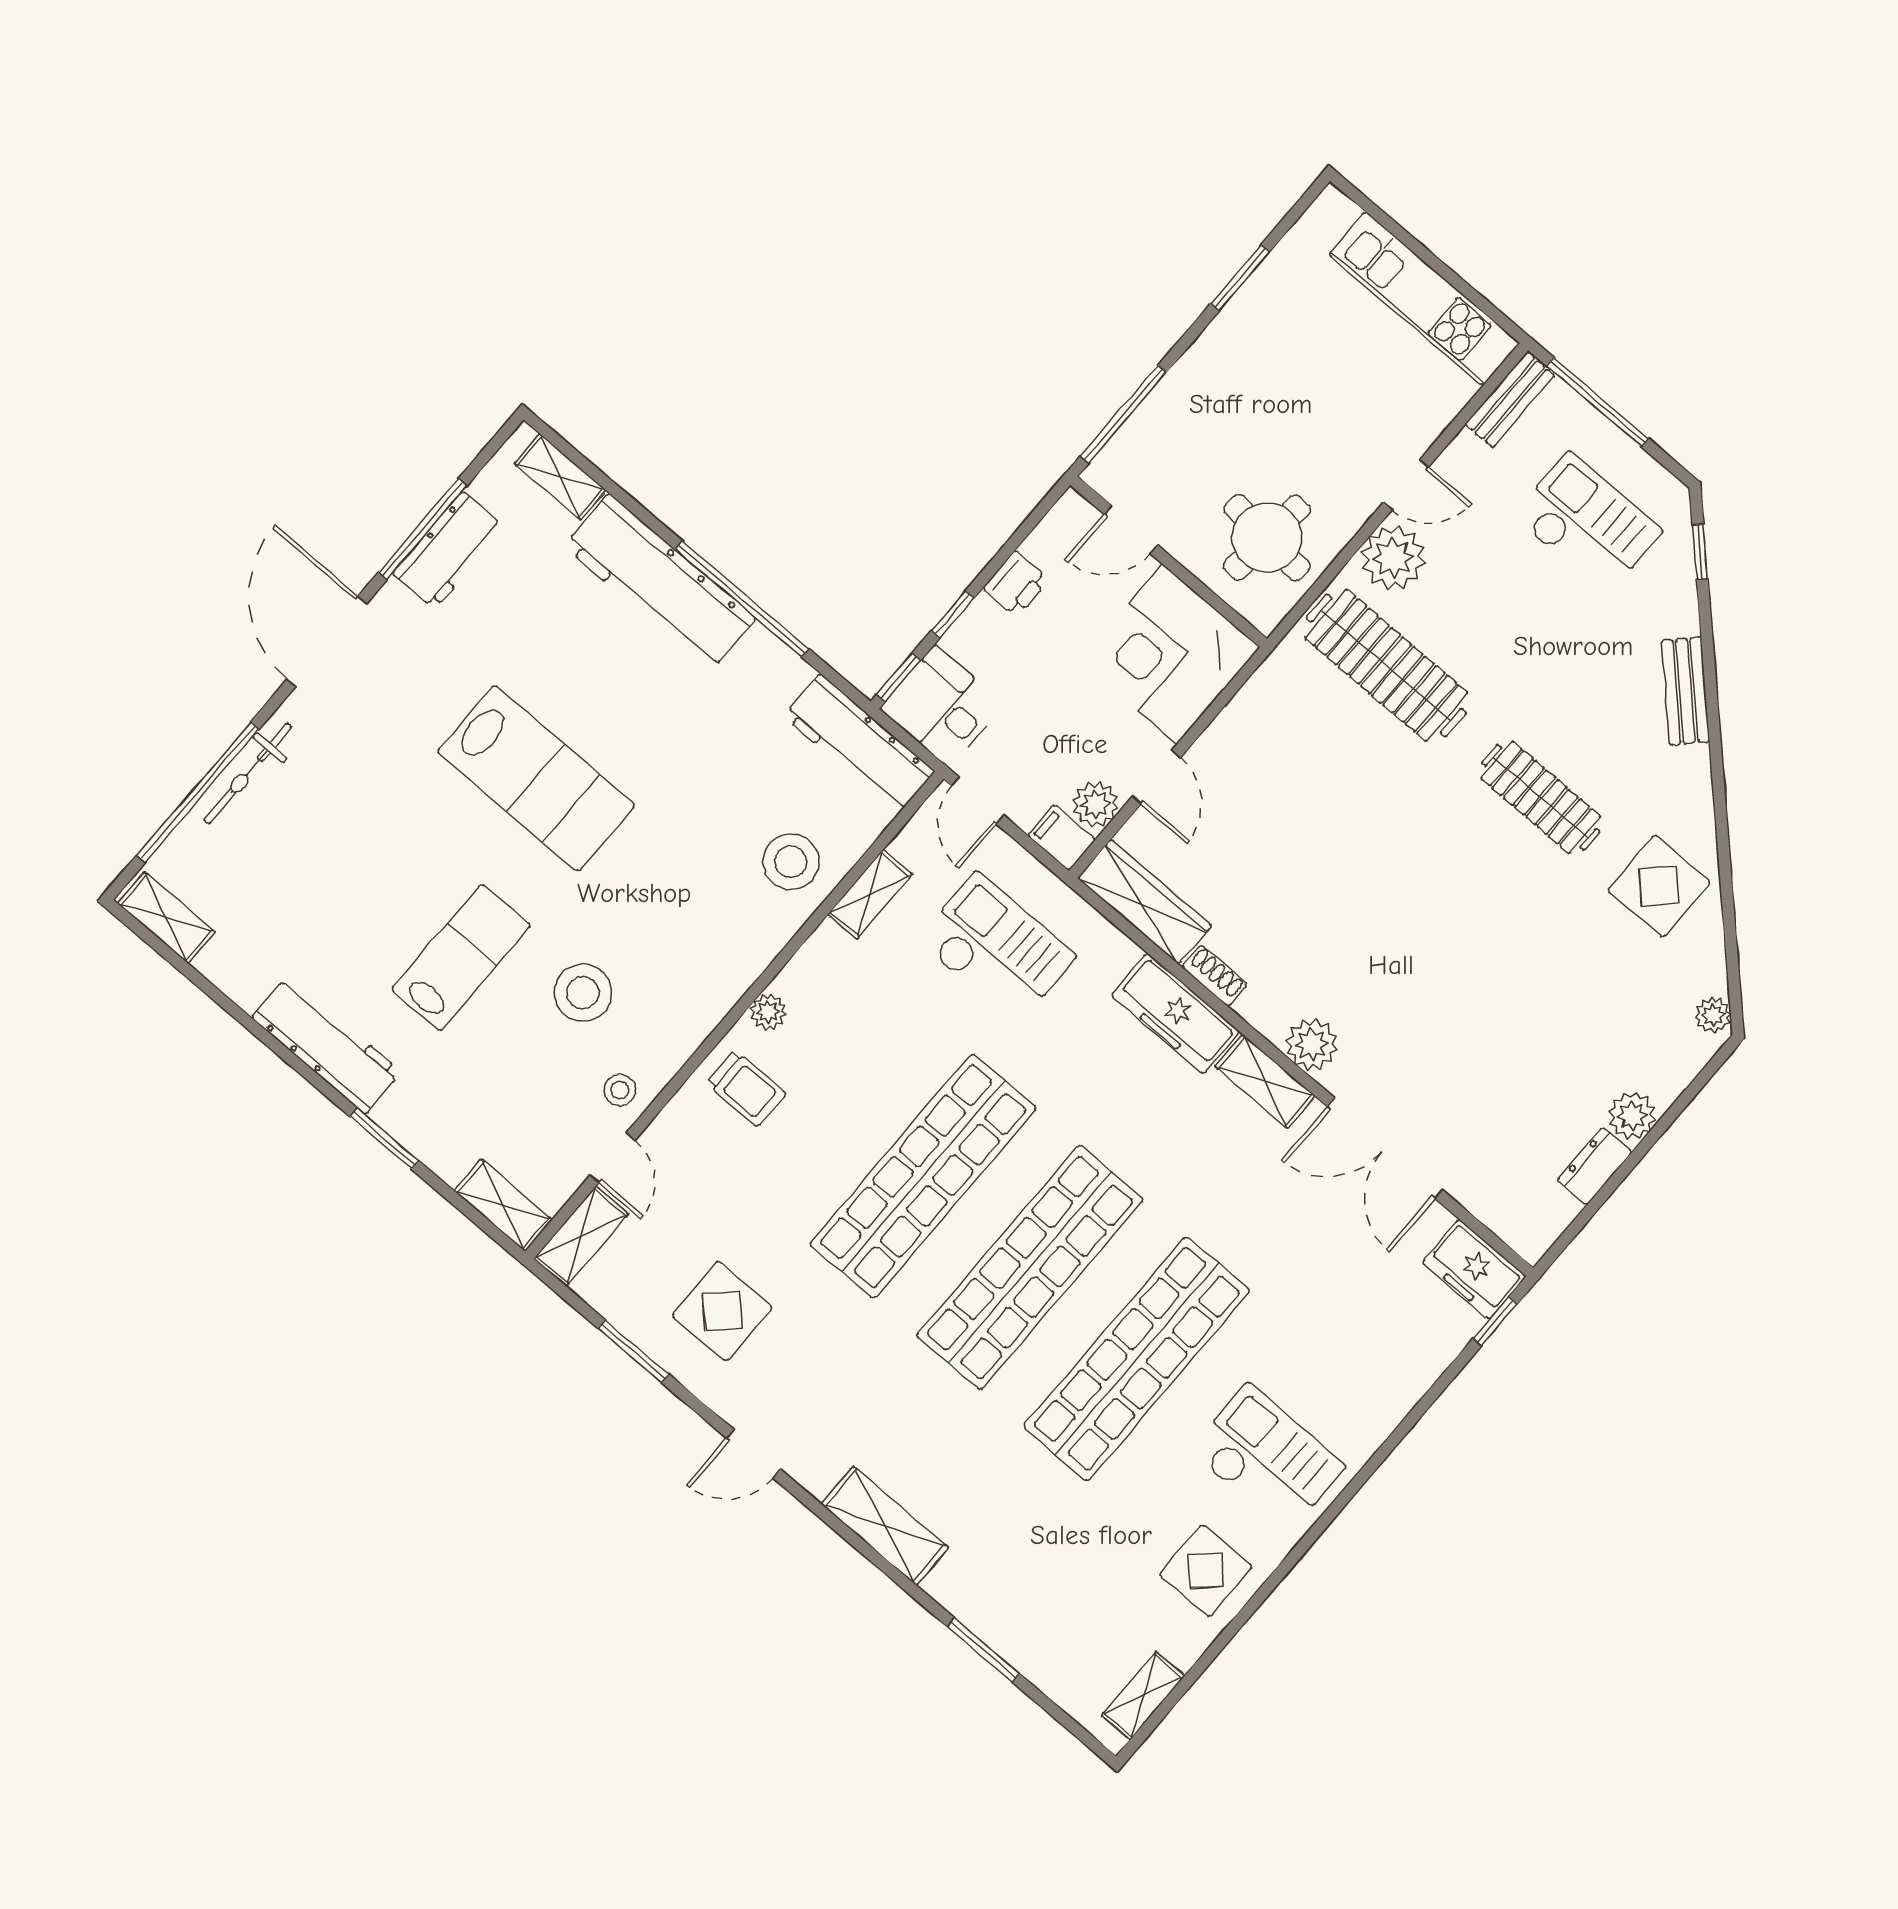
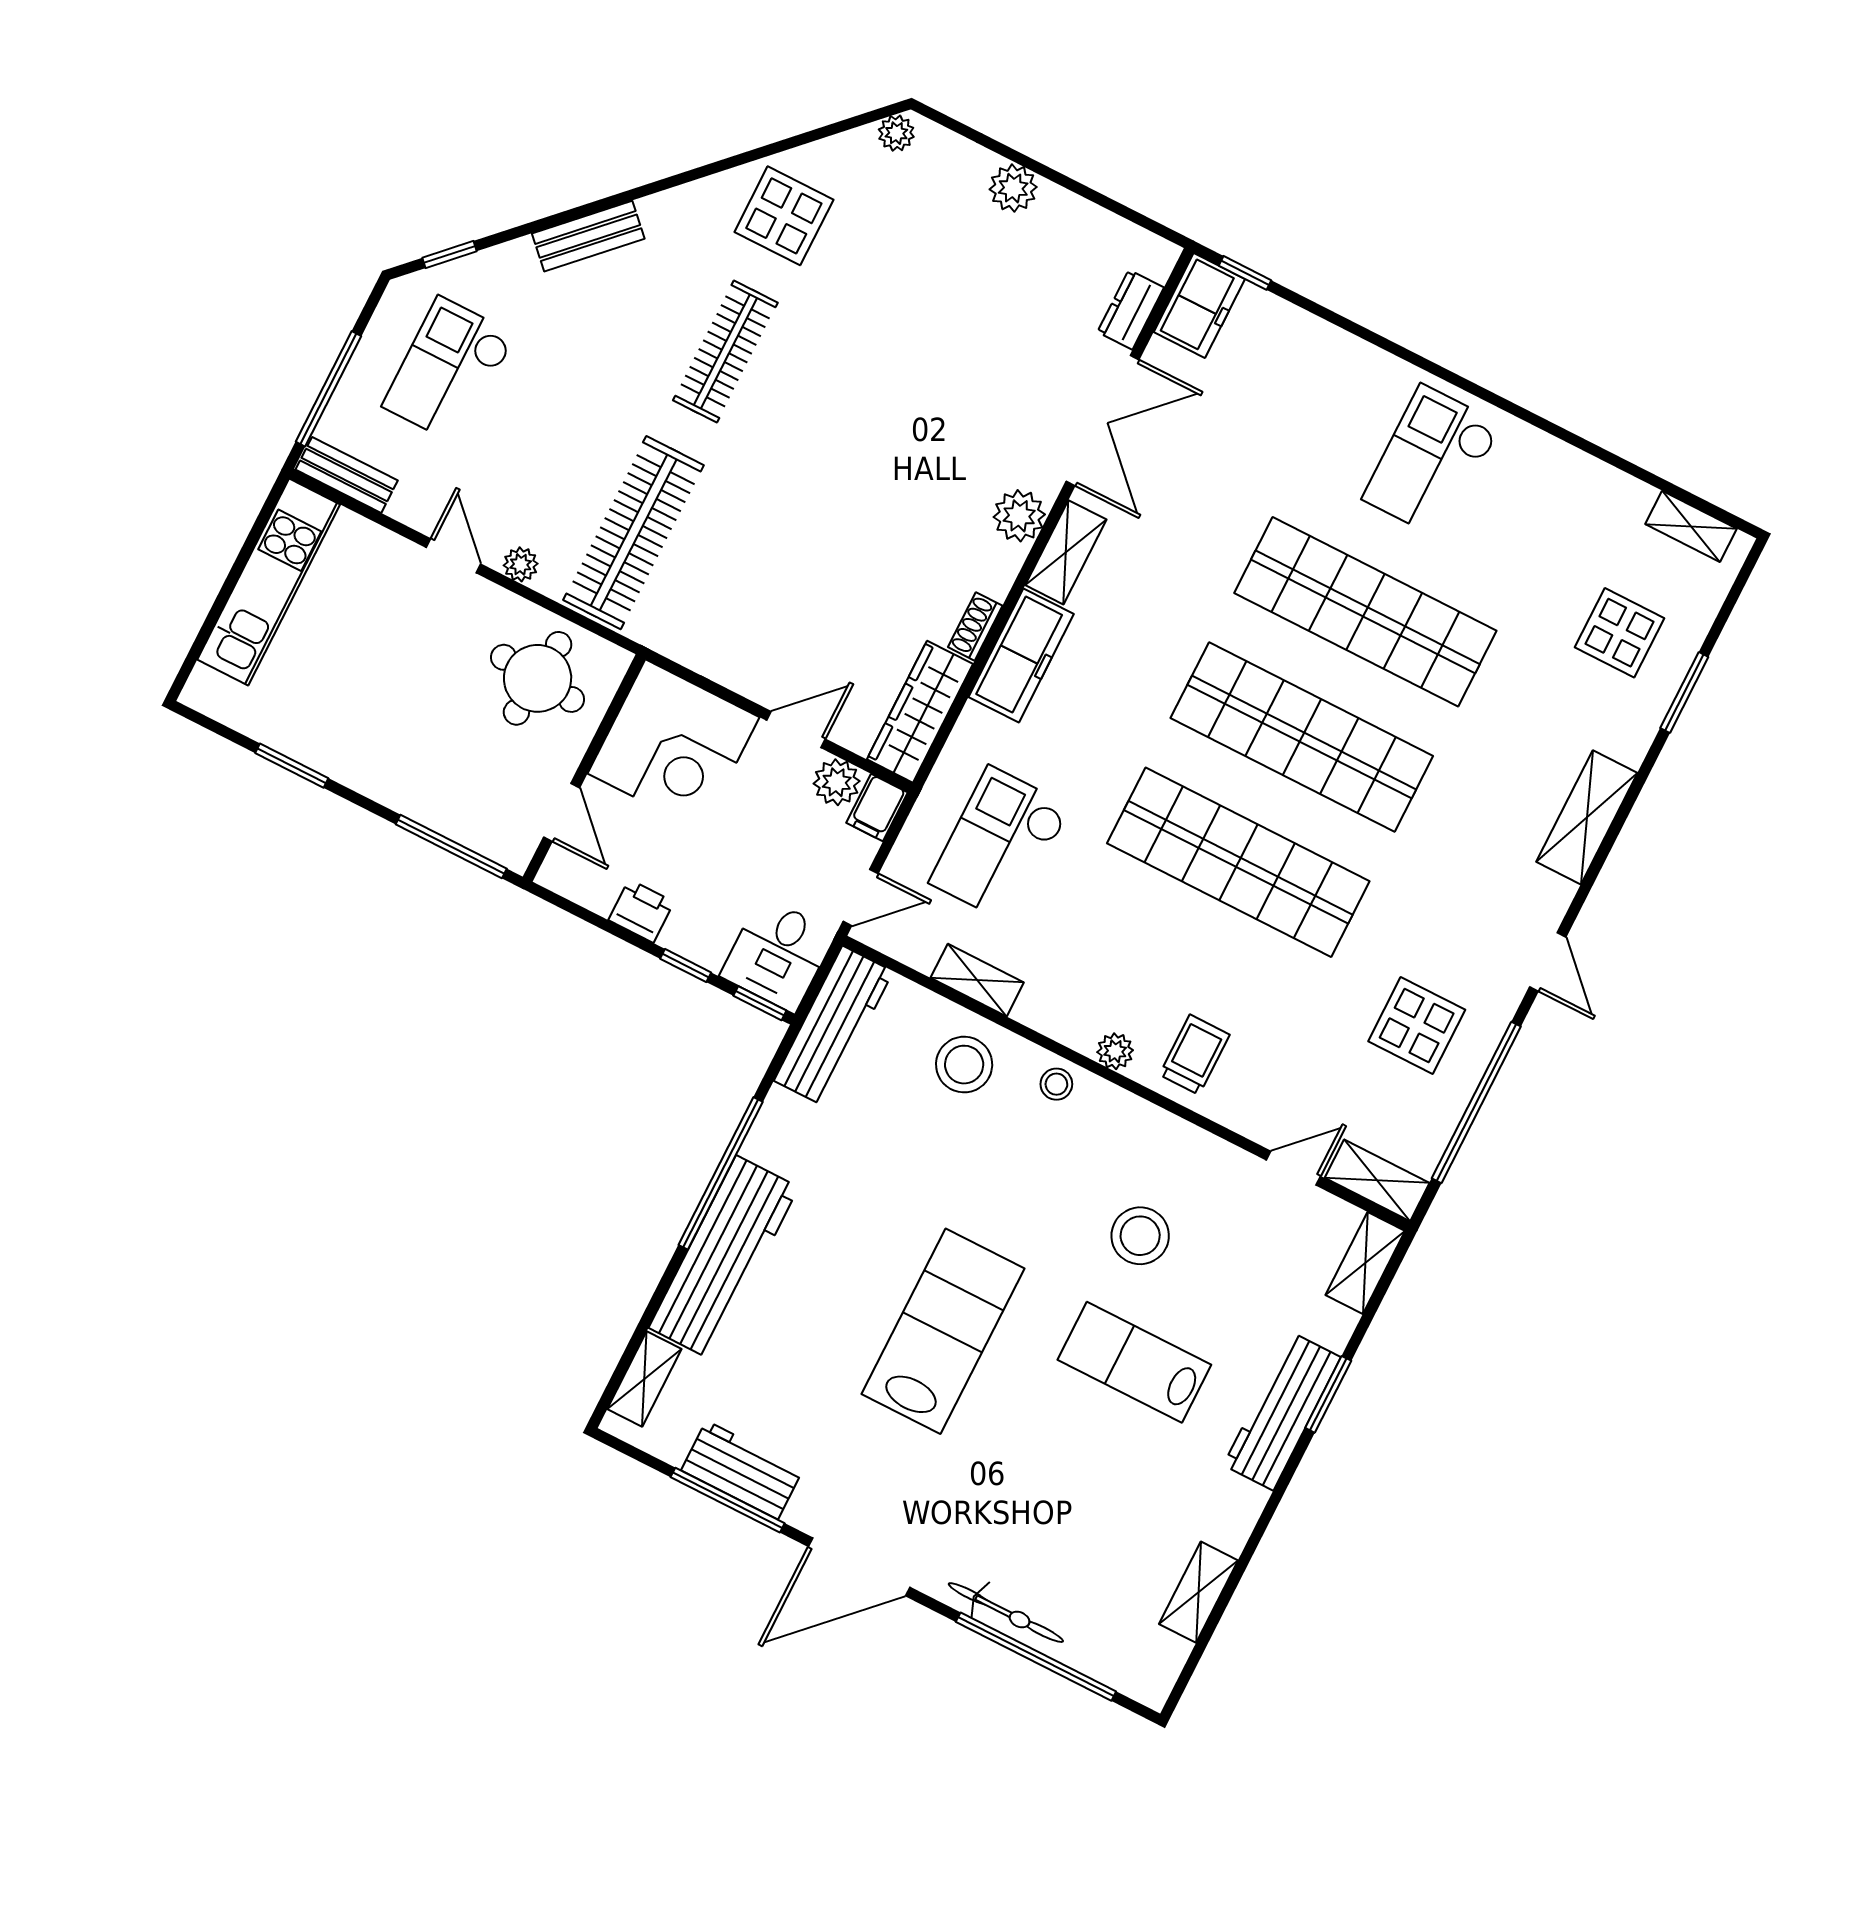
plant: (1393, 558) -> (521, 564), width x0.53, depth x0.53
shelving: (166, 918) -> (1198, 1592), moved
workbench: (326, 1045) -> (1282, 1411), moved
stool: (620, 1090) -> (1056, 1084), moved
dresser: (1595, 1166) -> (1131, 310), moved, turned 90
window: (633, 1351) -> (1476, 1102), width x2.11
display table: (1206, 1571) -> (1620, 633), moved

